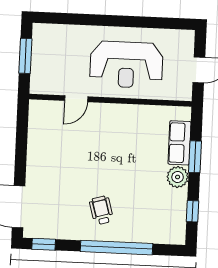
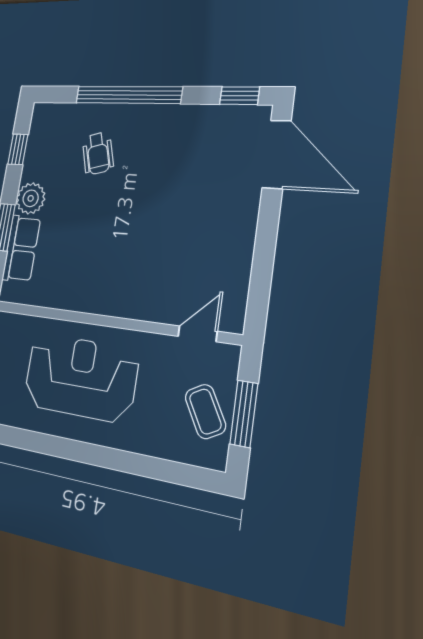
coffee table: (47, 54) -> (205, 411), added
door: (76, 99) -> (198, 334), moved
wheelchair: (101, 210) -> (98, 153), moved

